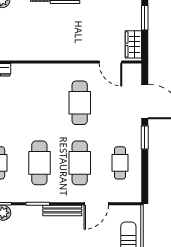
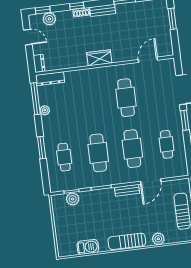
wardrobe: (133, 44) -> (99, 58), moved, turned 90
door: (110, 62) -> (148, 60), swing flipped
bench: (62, 210) -> (127, 190), width x0.73

